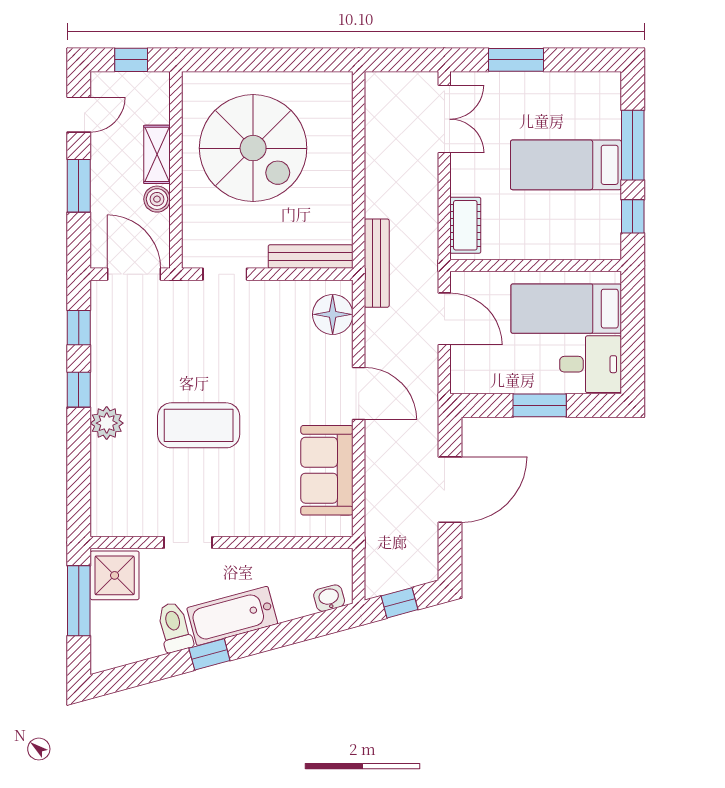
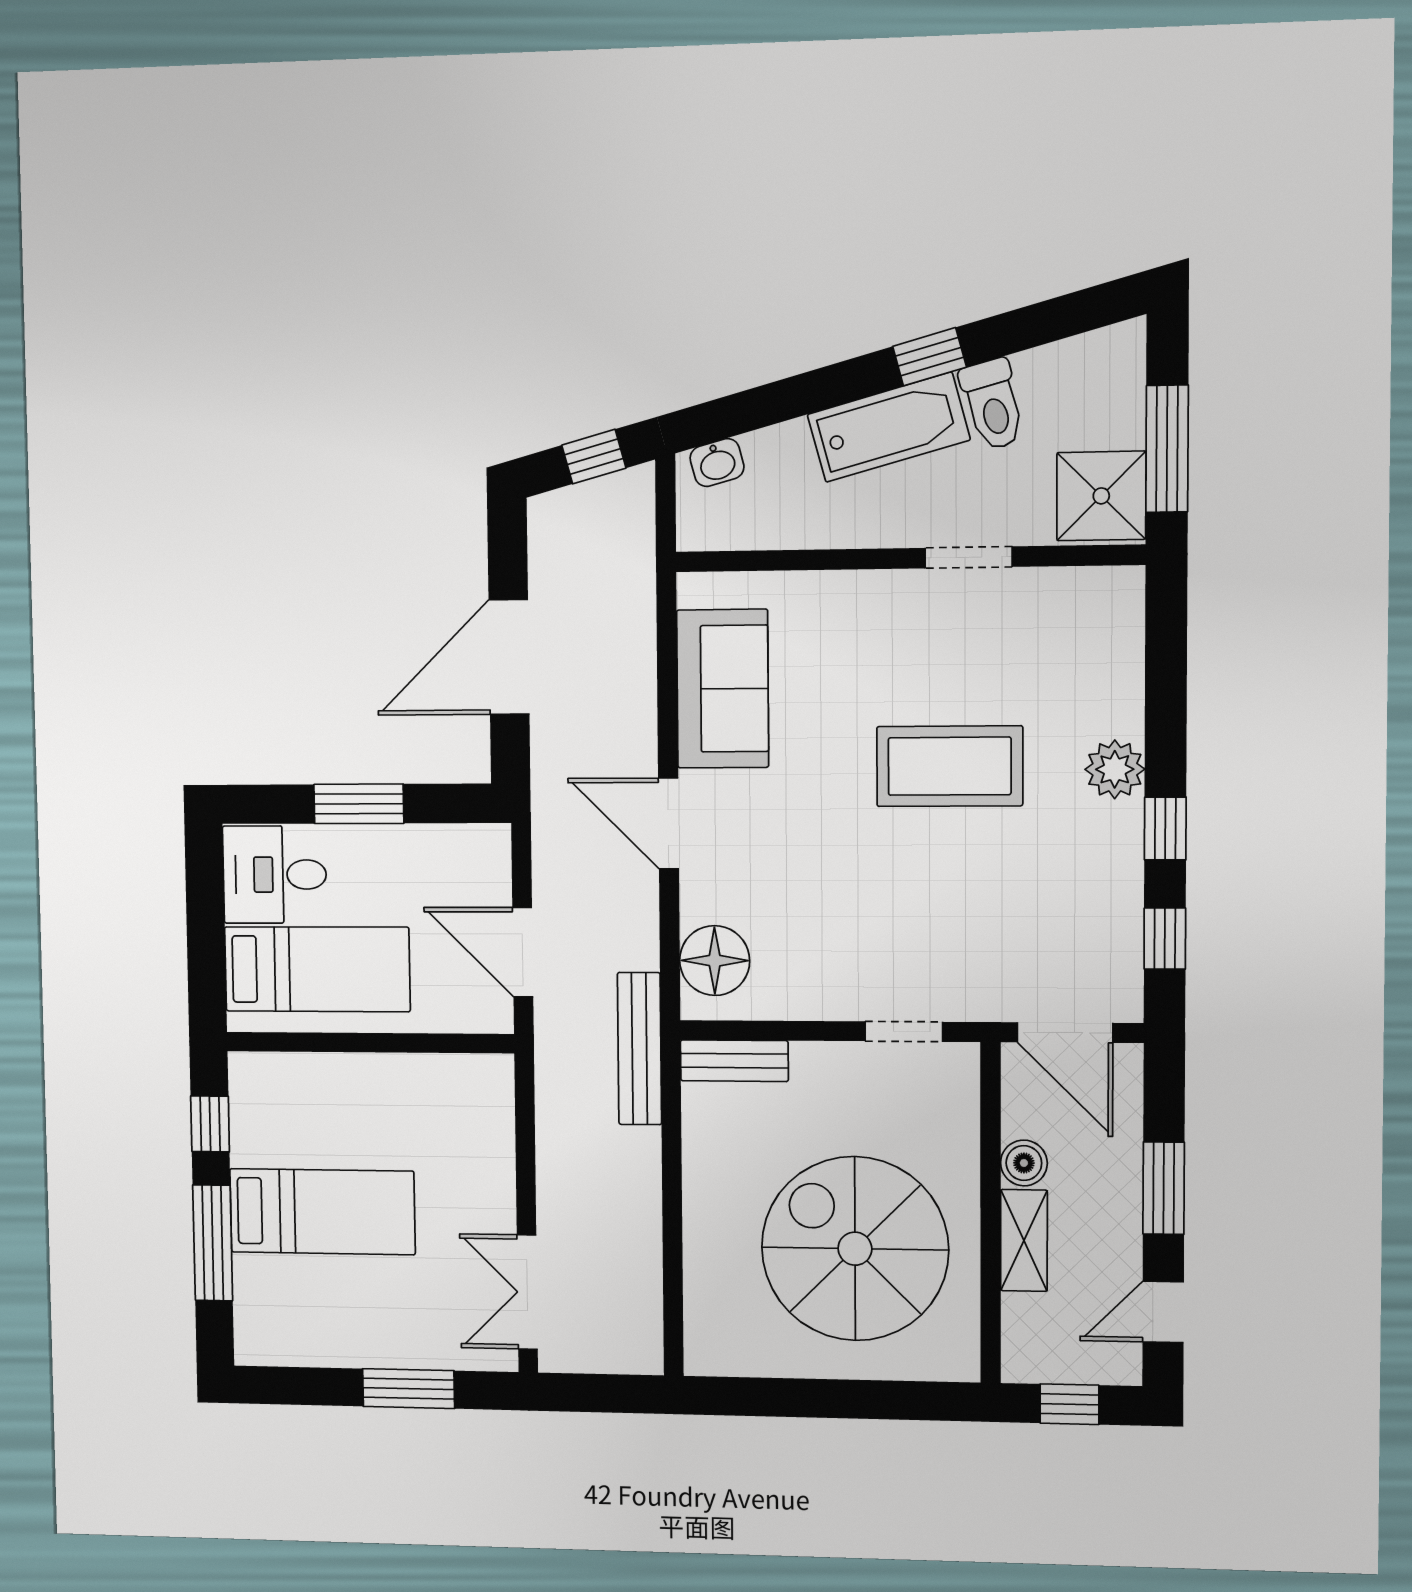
cot: (465, 225) -> (489, 1112), removed
bench: (311, 257) -> (734, 1061), width x0.73

